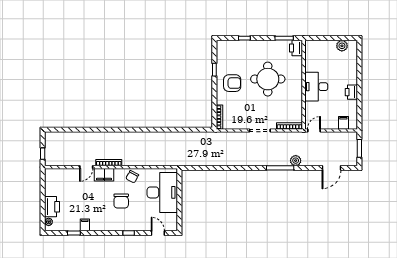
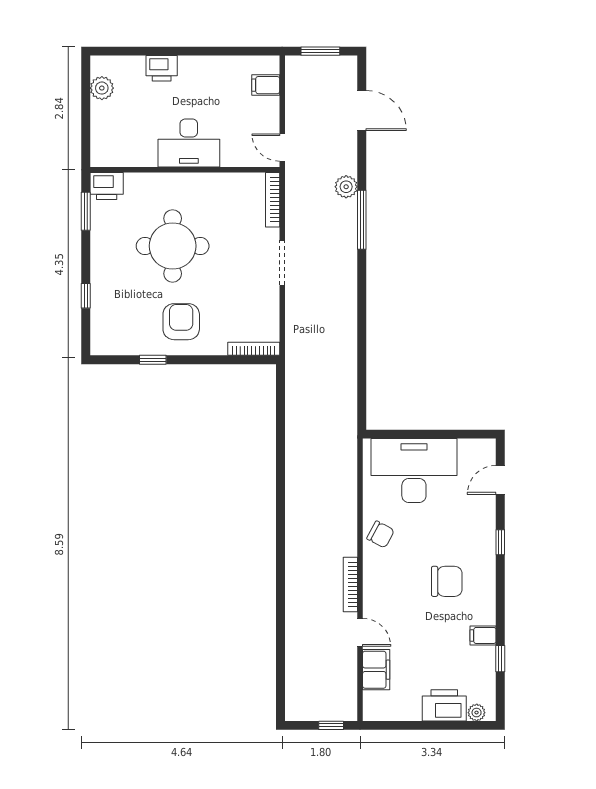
printer: (351, 92) -> (162, 68), moved
filing cabinet: (104, 175) -> (376, 670), moved
chair: (121, 201) -> (447, 581), moved

